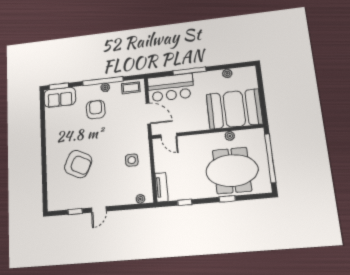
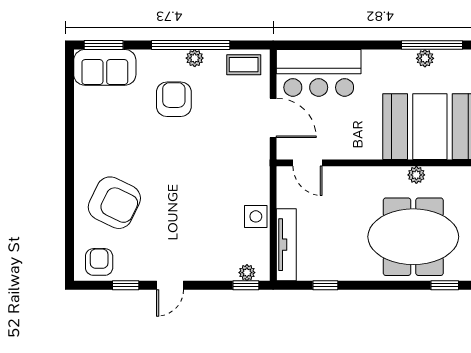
window: (189, 71) -> (432, 45), moved
side table: (132, 160) -> (256, 216), moved
armchair: (78, 164) -> (114, 203), moved
tv unit: (161, 187) -> (286, 245), width x1.41
window: (227, 199) -> (445, 285), moved
armchair: (61, 200) -> (99, 262), added
window: (140, 206) -> (246, 285), added

